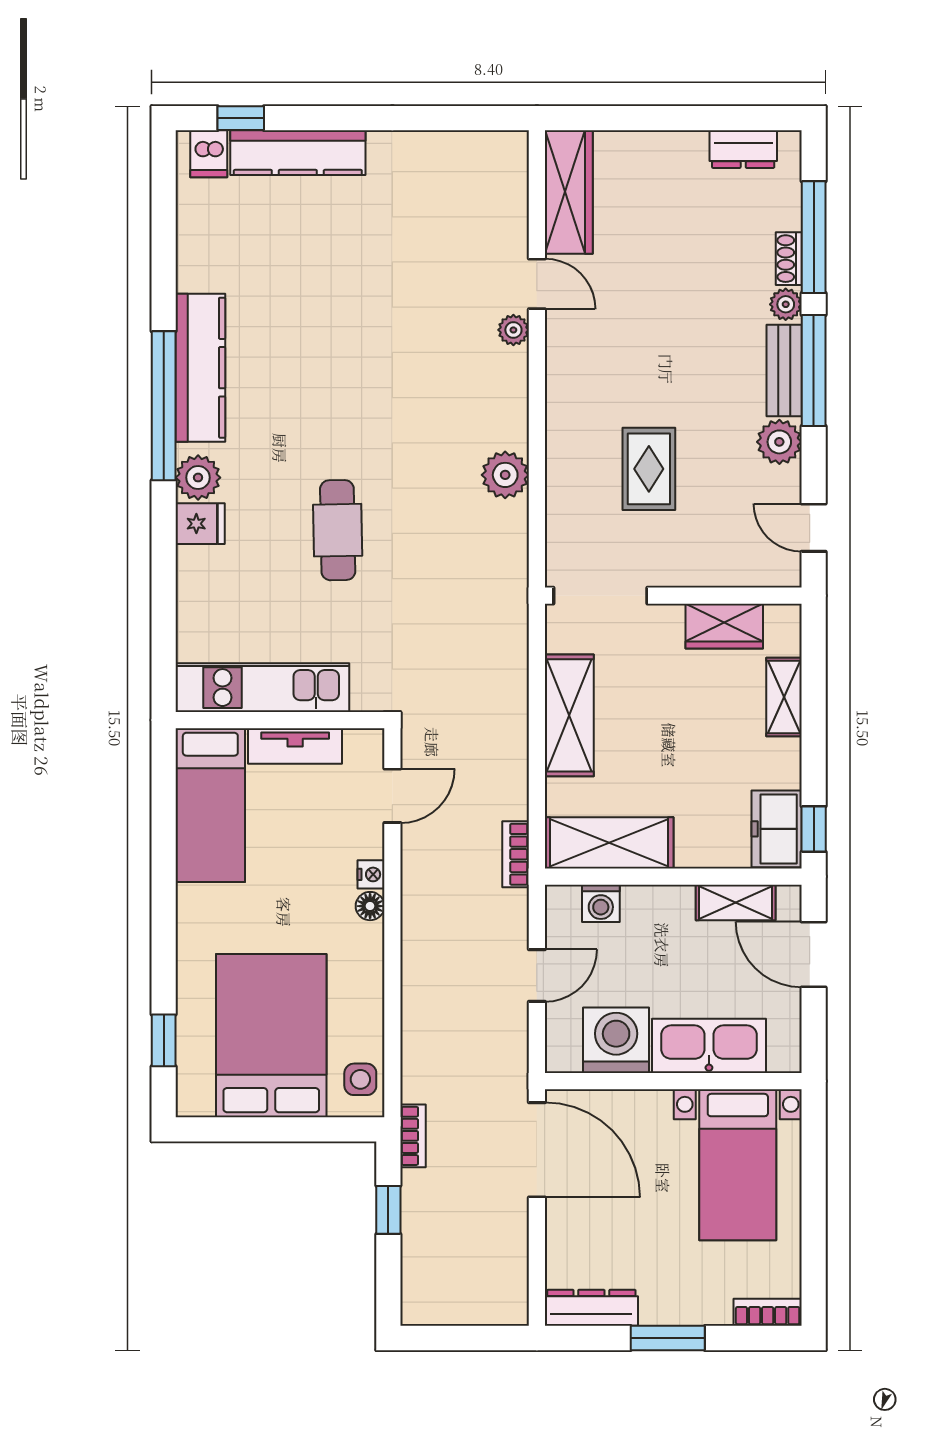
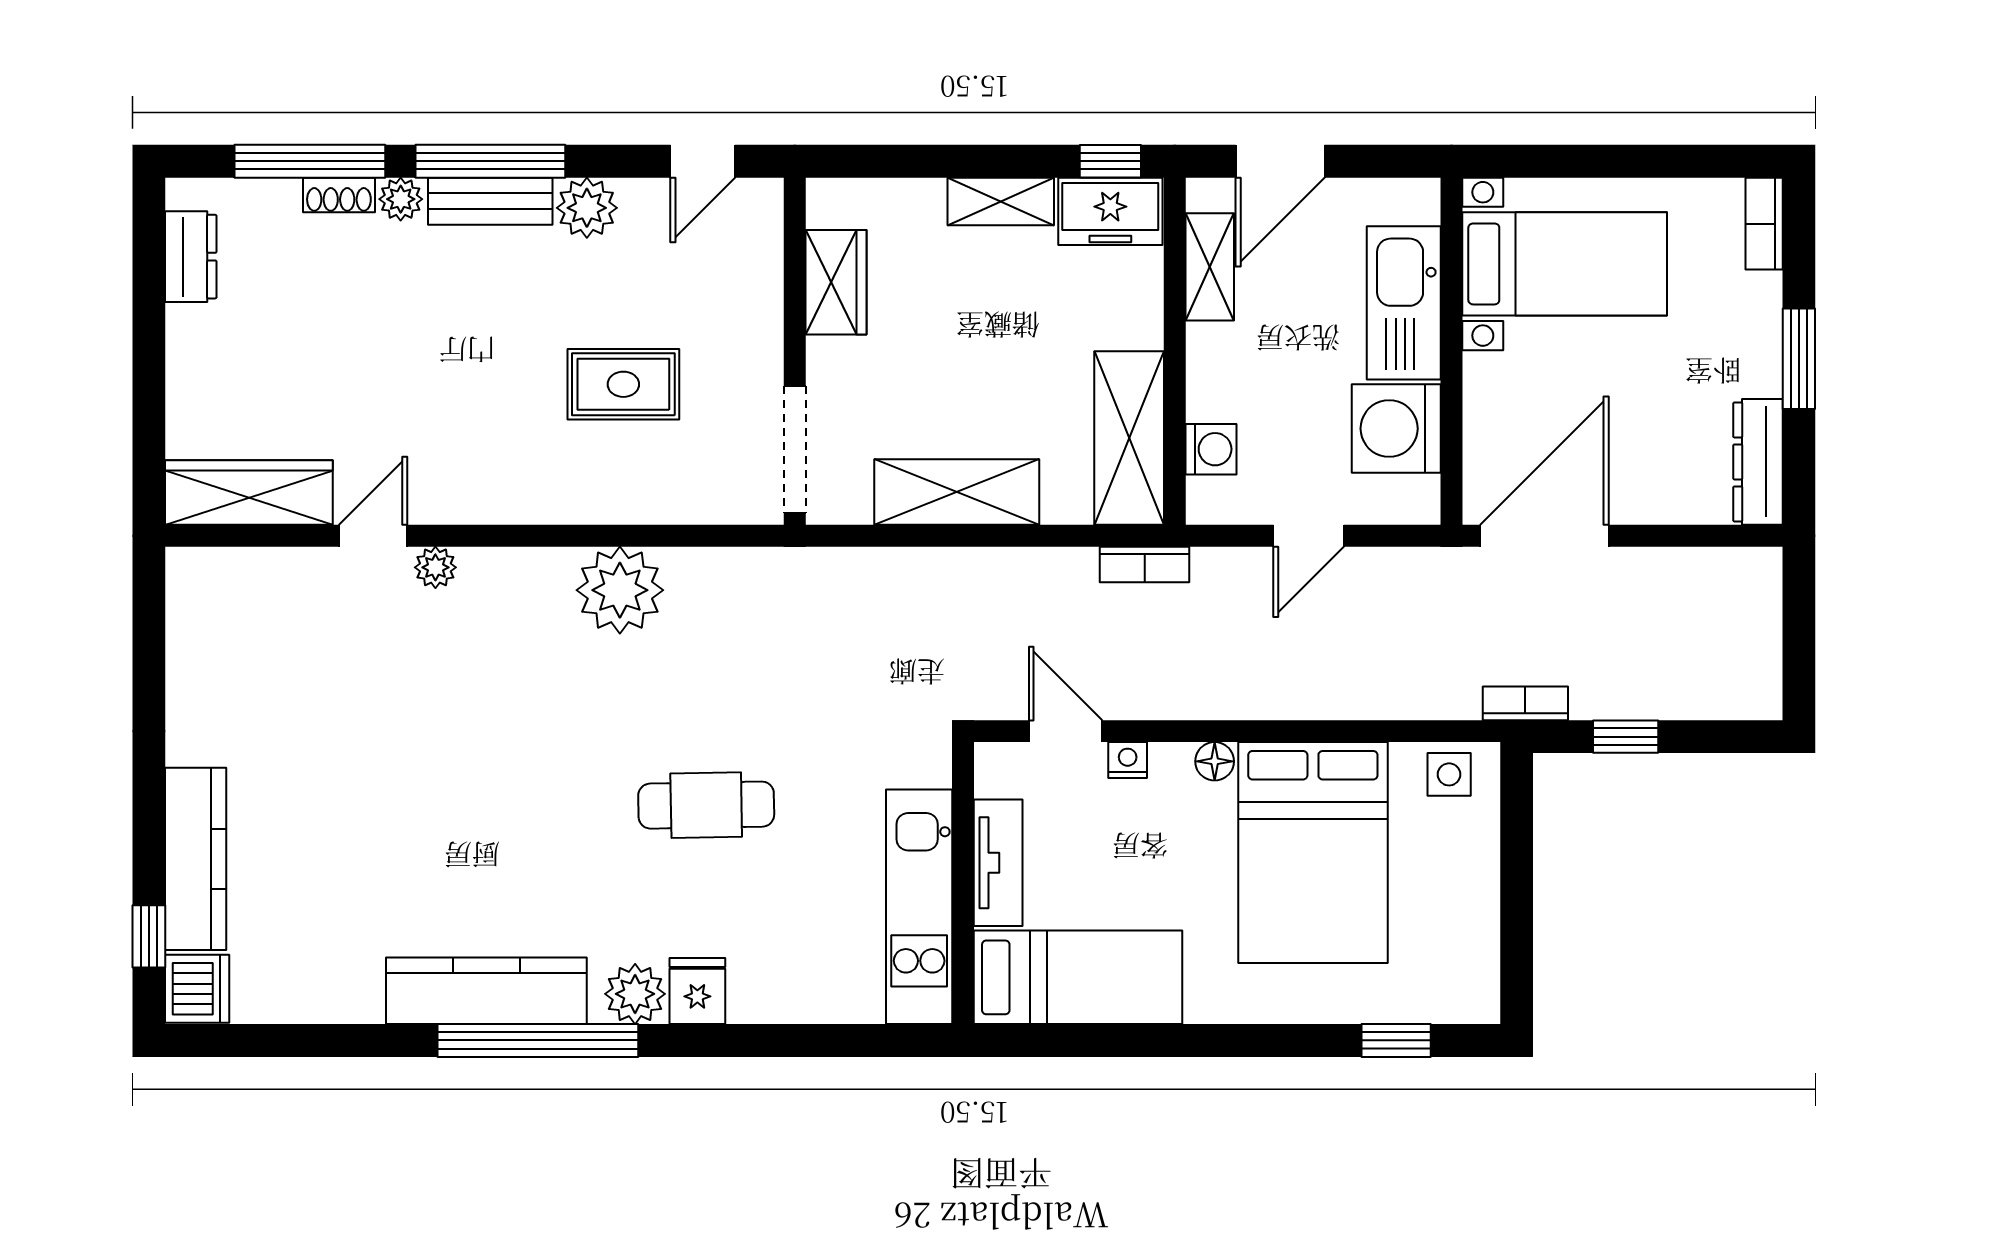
dishwasher: (209, 154) -> (197, 989), width x1.38
plant: (505, 475) -> (620, 590), width x1.36, depth x1.36
shelving: (784, 697) -> (1001, 201), moved
nightstand: (371, 874) -> (1128, 760), moved
door: (537, 976) -> (1309, 536), swing flipped
bed: (271, 1036) -> (1313, 853), moved, turned -90

